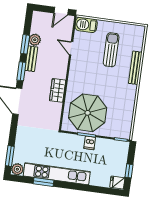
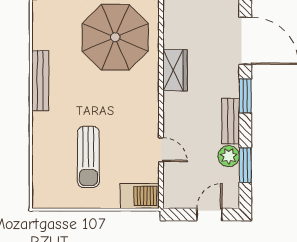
door: (61, 11) -> (209, 214), moved
window: (25, 44) -> (245, 165), moved
bench: (135, 68) -> (40, 81), moved

